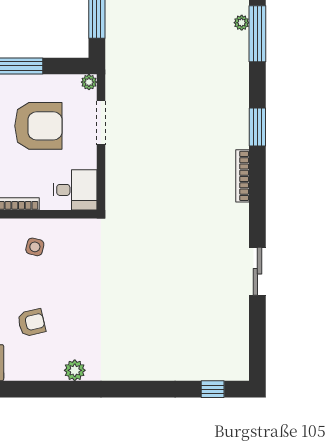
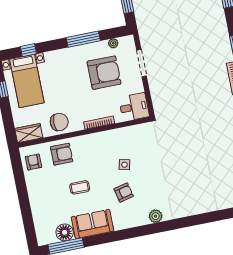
plant: (89, 82) -> (113, 43), moved
side table: (35, 247) -> (124, 165), moved

